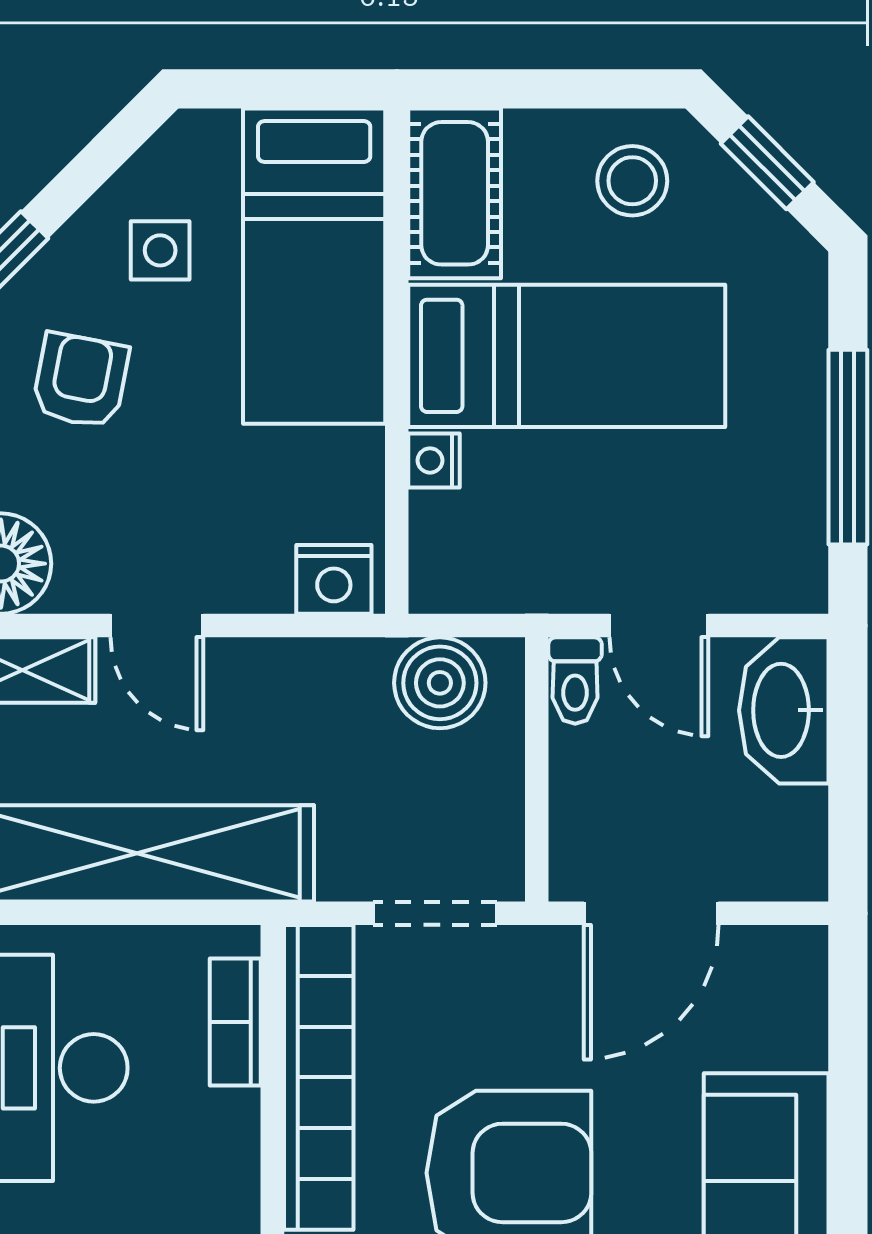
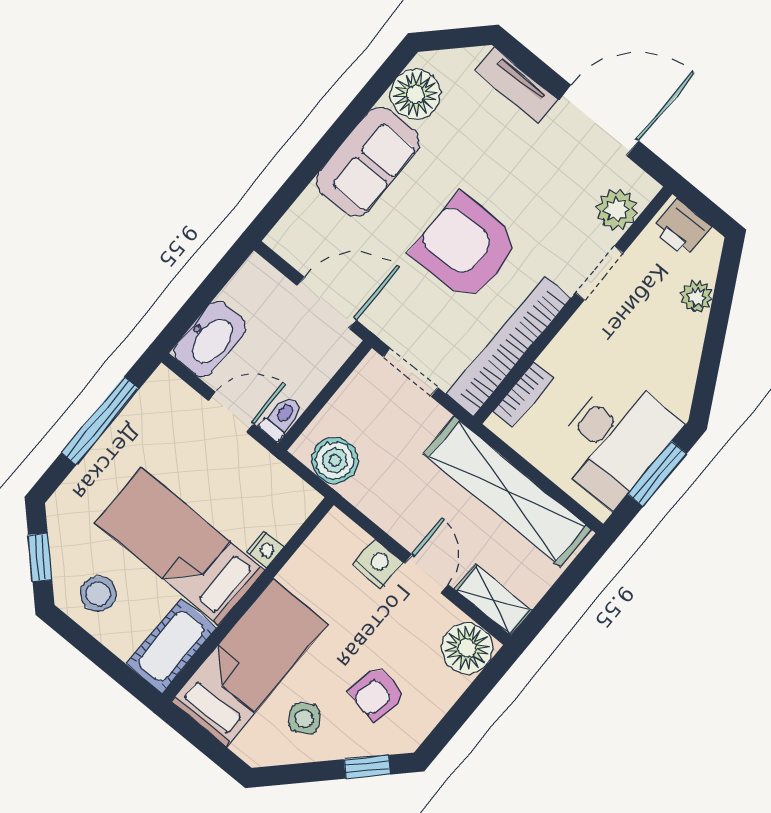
side table: (160, 250) -> (304, 719), turned -31
nightstand: (334, 579) -> (378, 564), moved
door: (659, 626) -> (231, 412), hinge flipped

